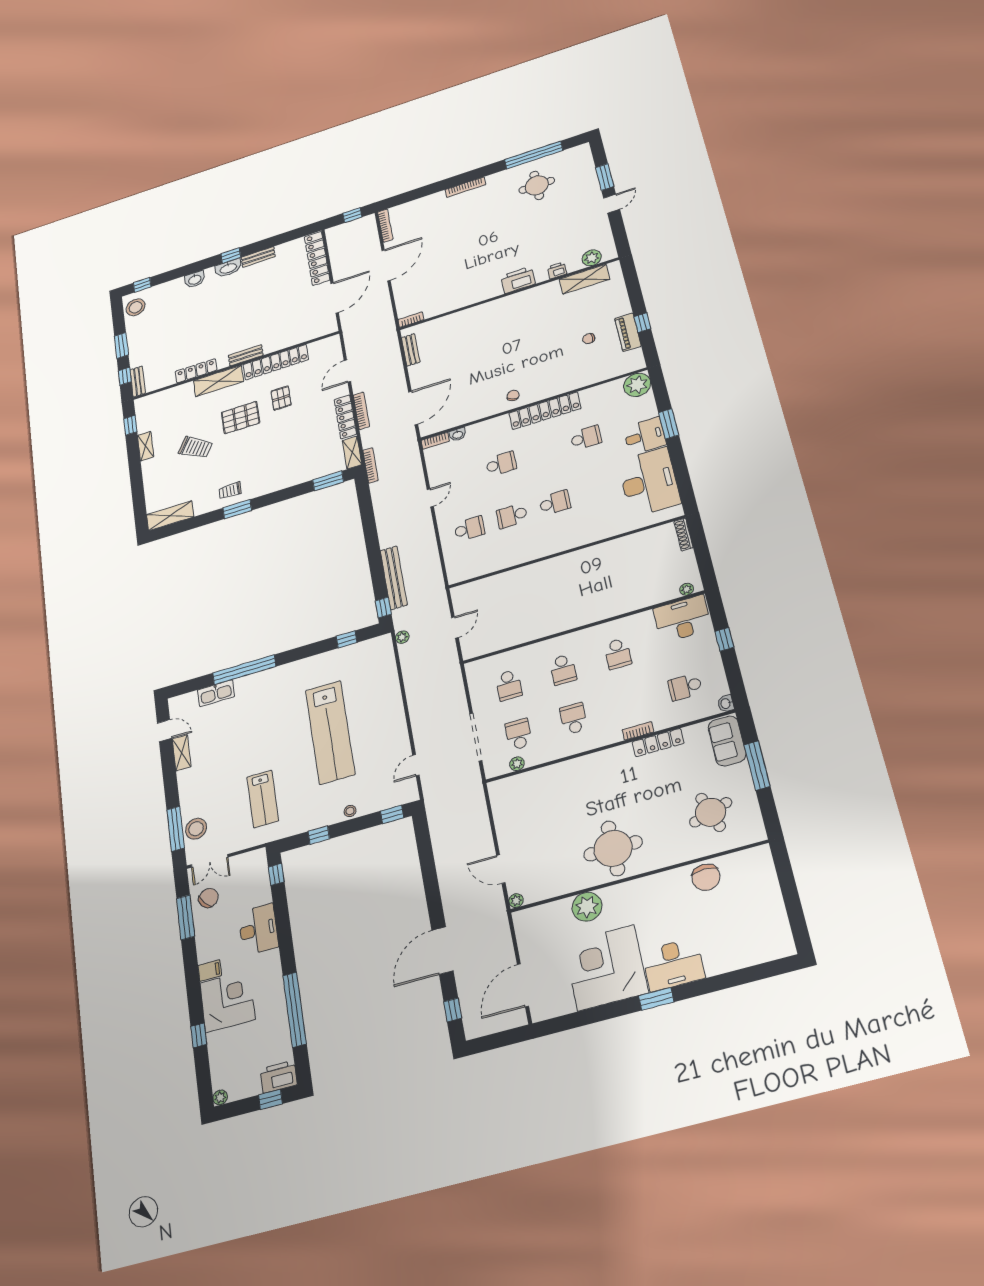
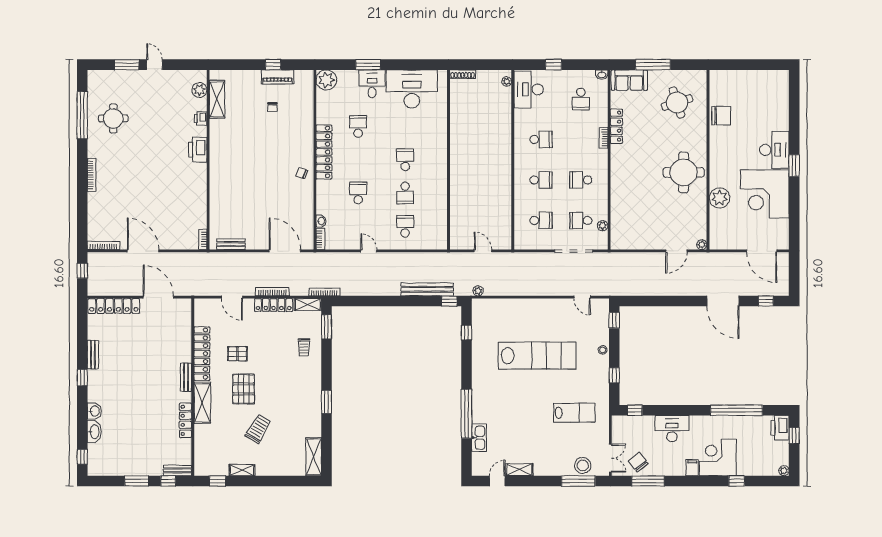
washbasin: (228, 268) -> (94, 432), moved
stool: (136, 307) -> (103, 465), removed
trolley: (230, 491) -> (304, 347), moved

